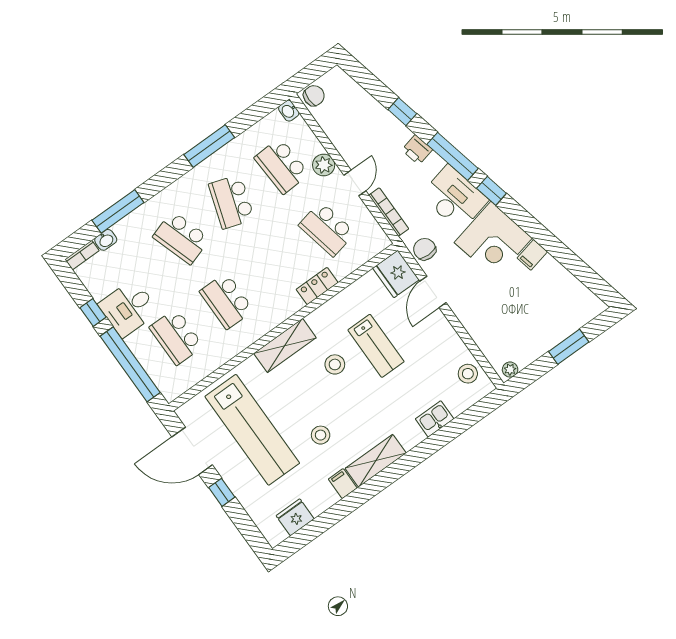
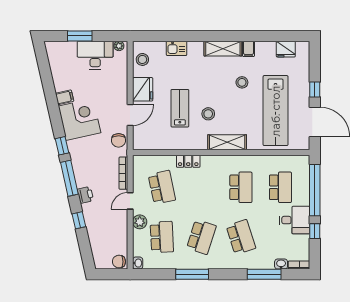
desk: (454, 198) -> (95, 55), moved, turned 103
fridge: (396, 274) -> (143, 89), moved
lab bench: (252, 430) -> (276, 111), turned 180

